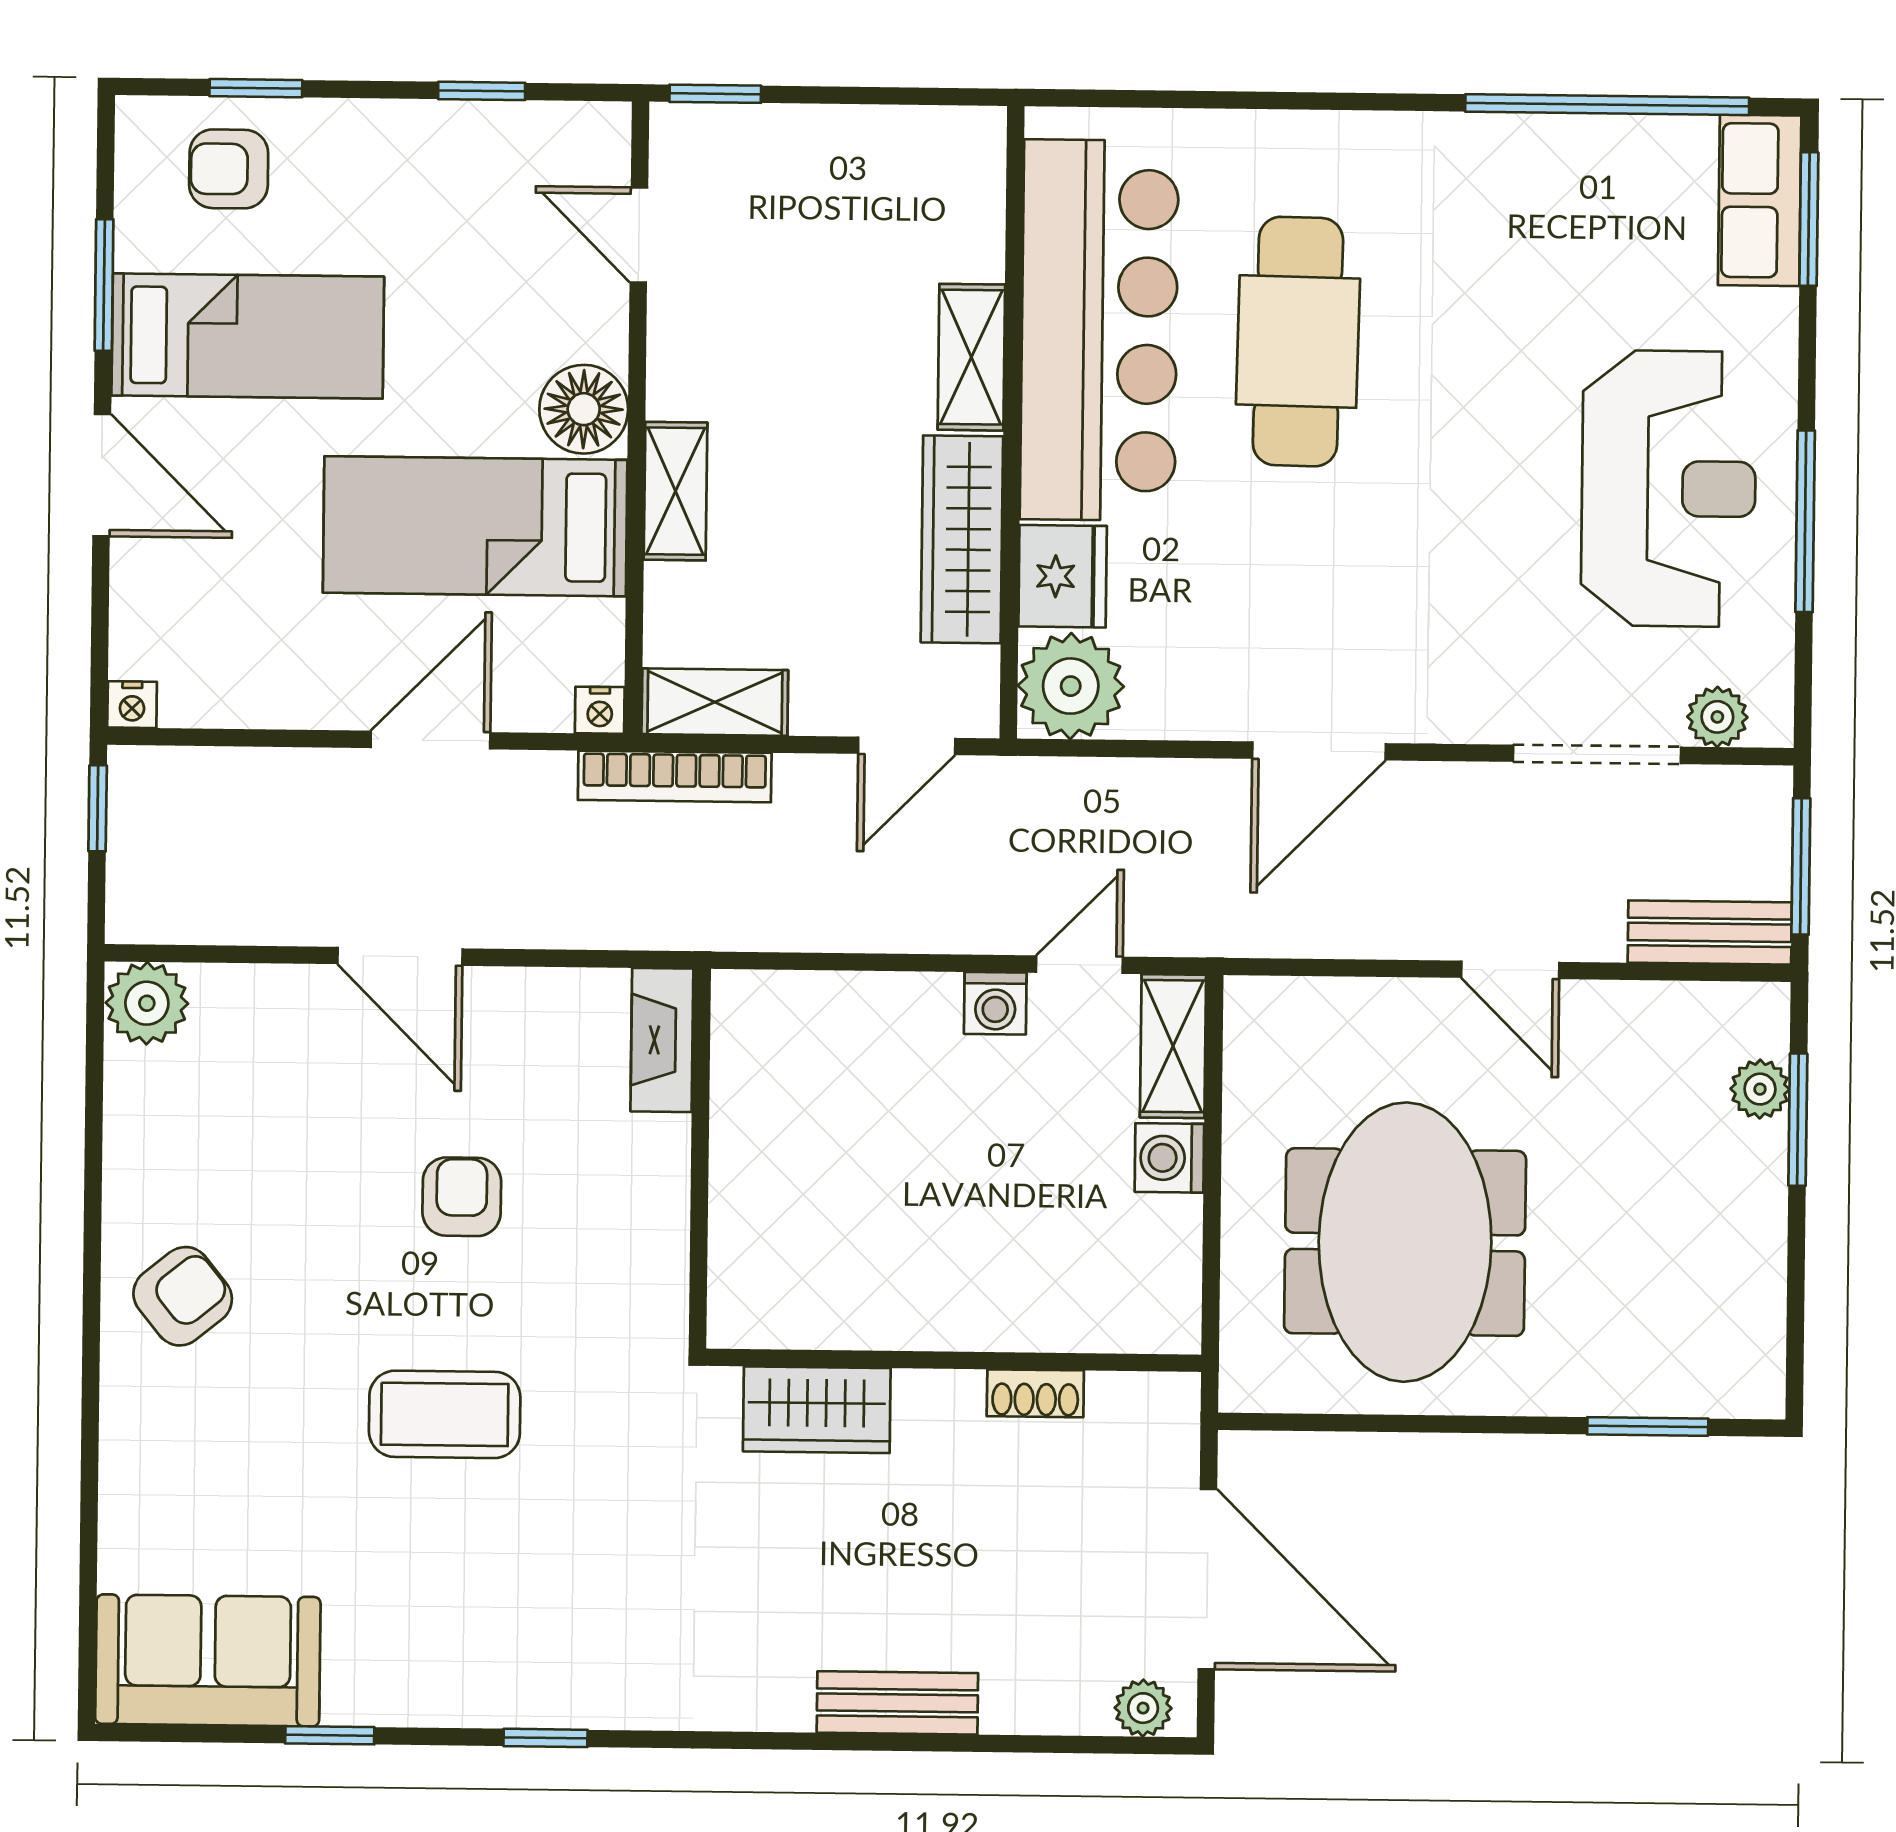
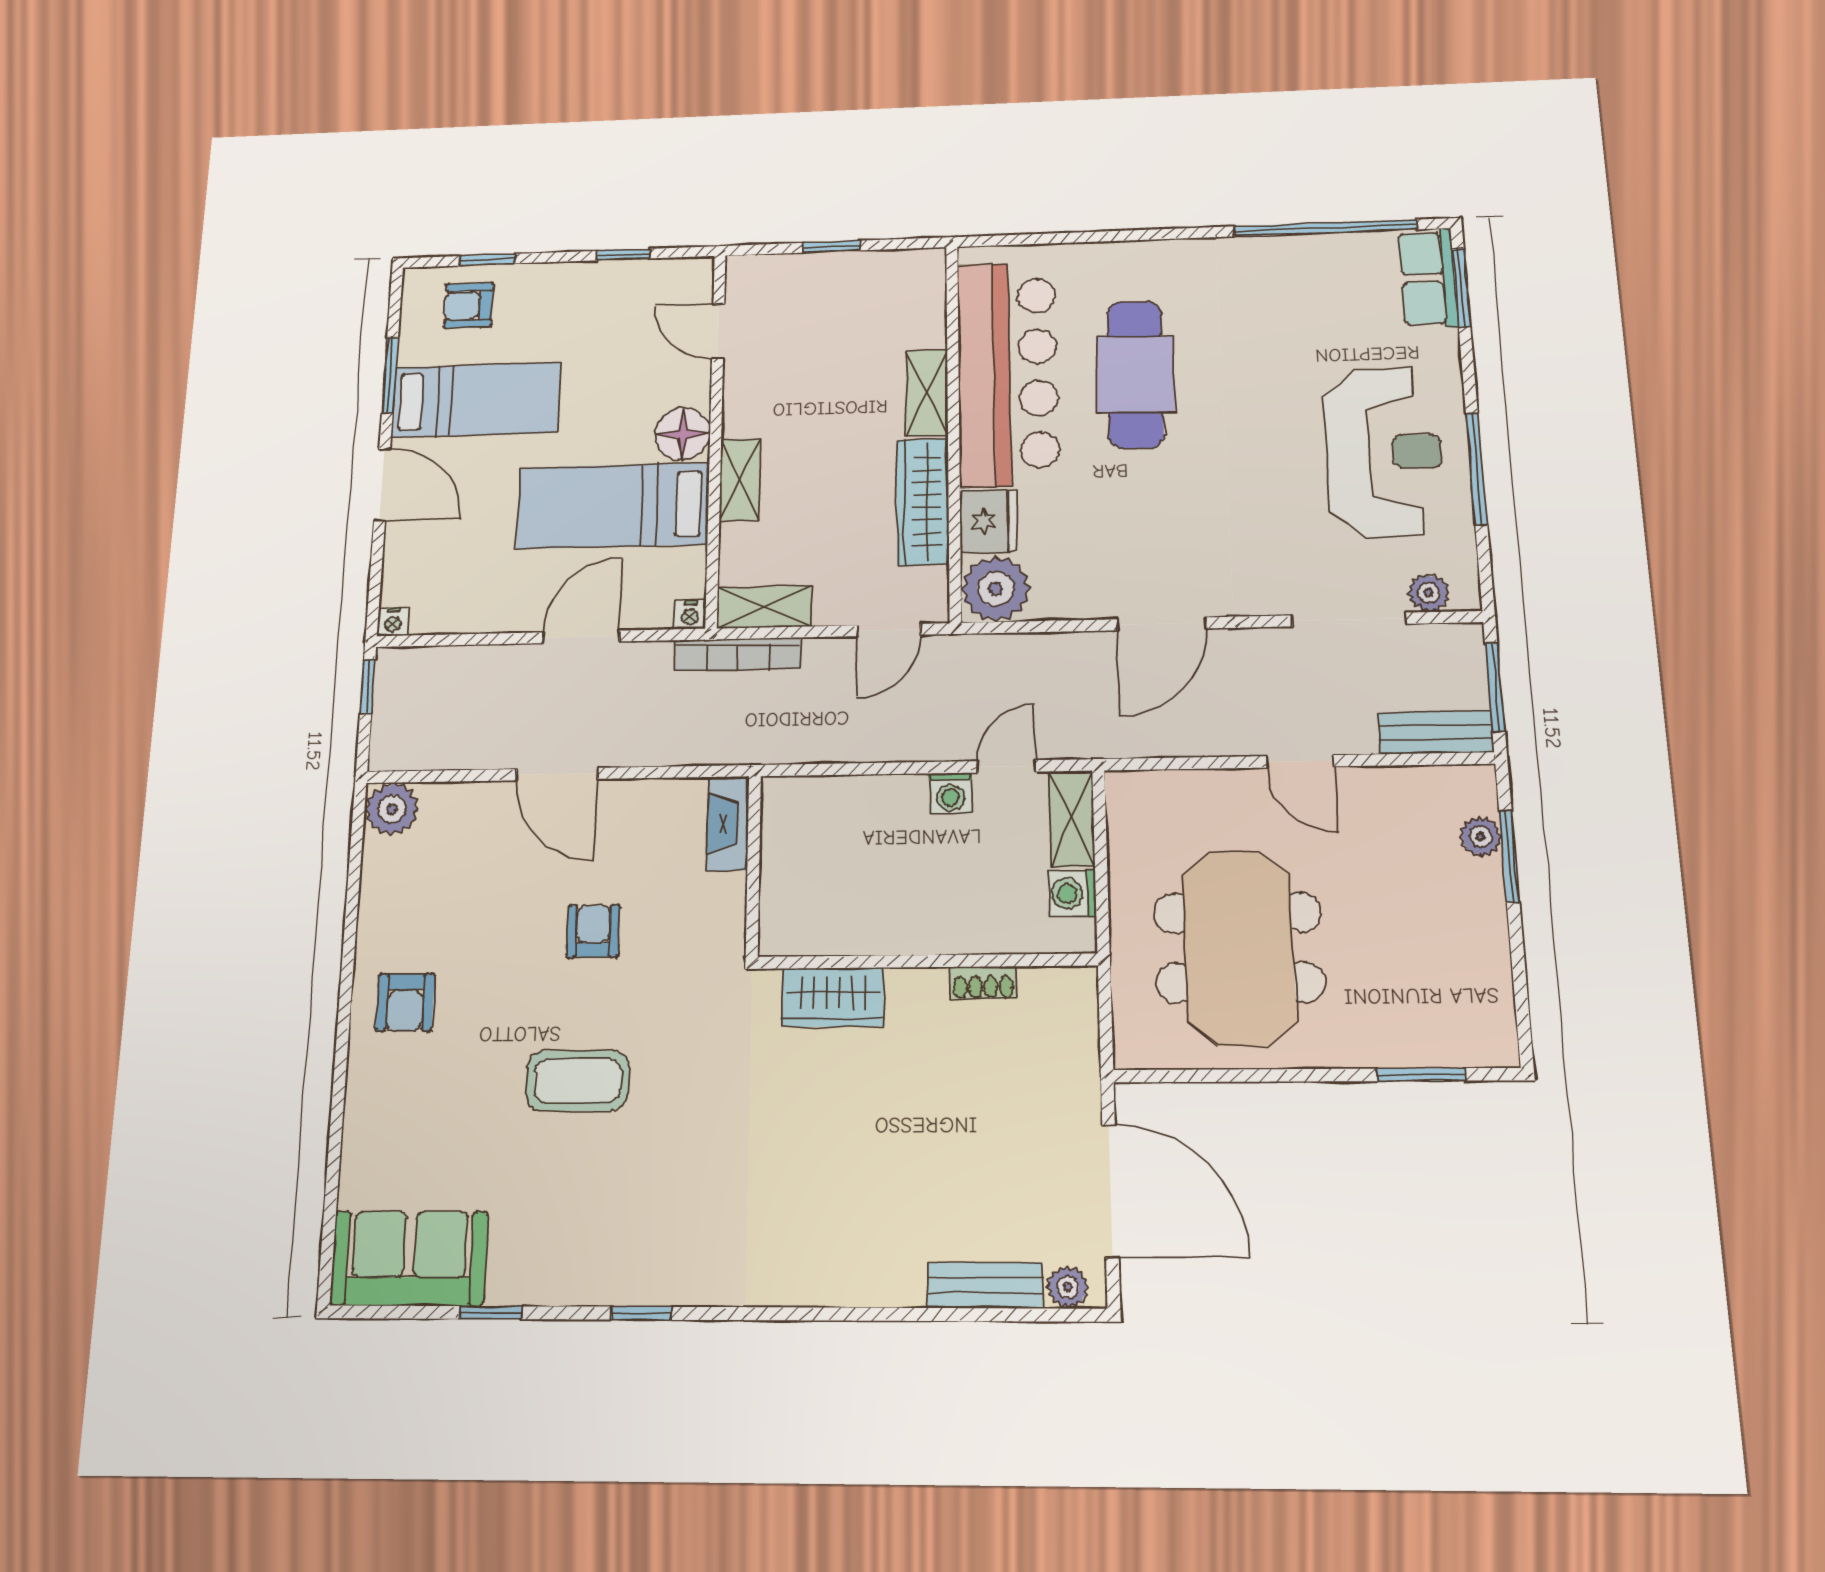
window: (715, 94) -> (832, 247), moved
armchair: (183, 1296) -> (405, 1002), turned 129
wall: (954, 1360) -> (926, 961), moved
shoe rack: (1035, 1393) -> (983, 983), moved
wardrobe: (817, 1410) -> (833, 997), moved
bench: (897, 1703) -> (985, 1285), moved

